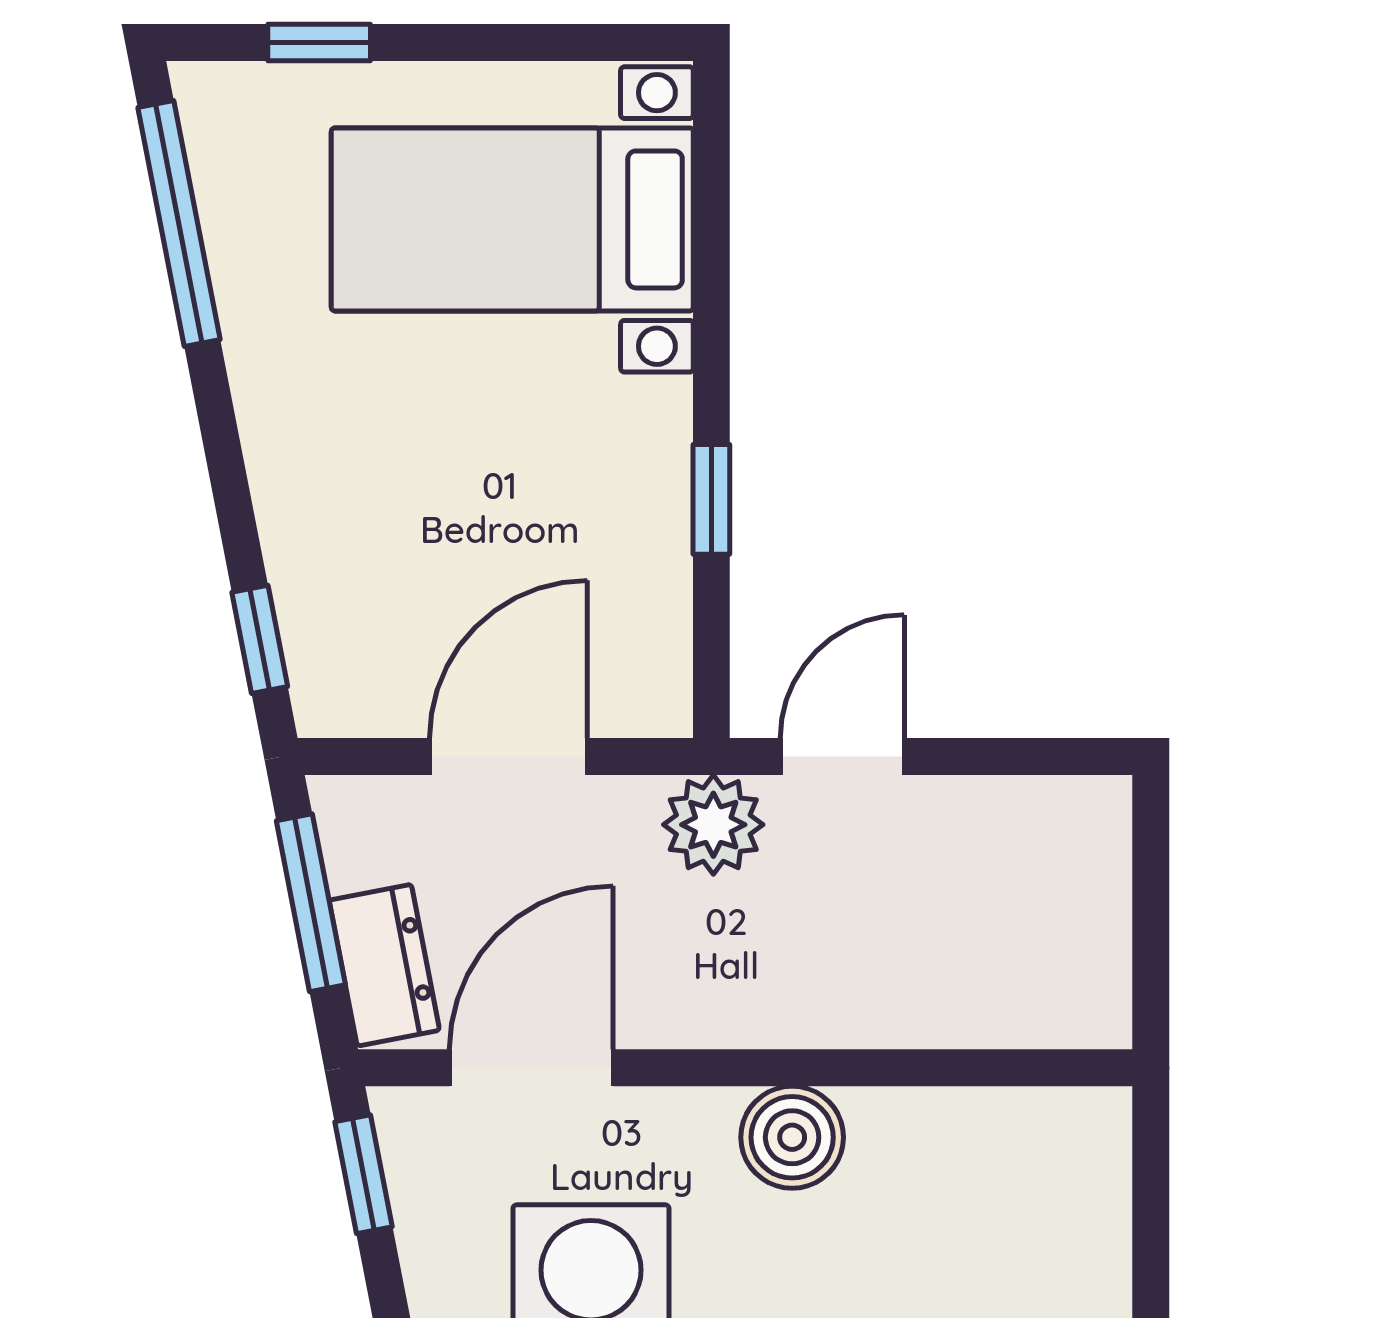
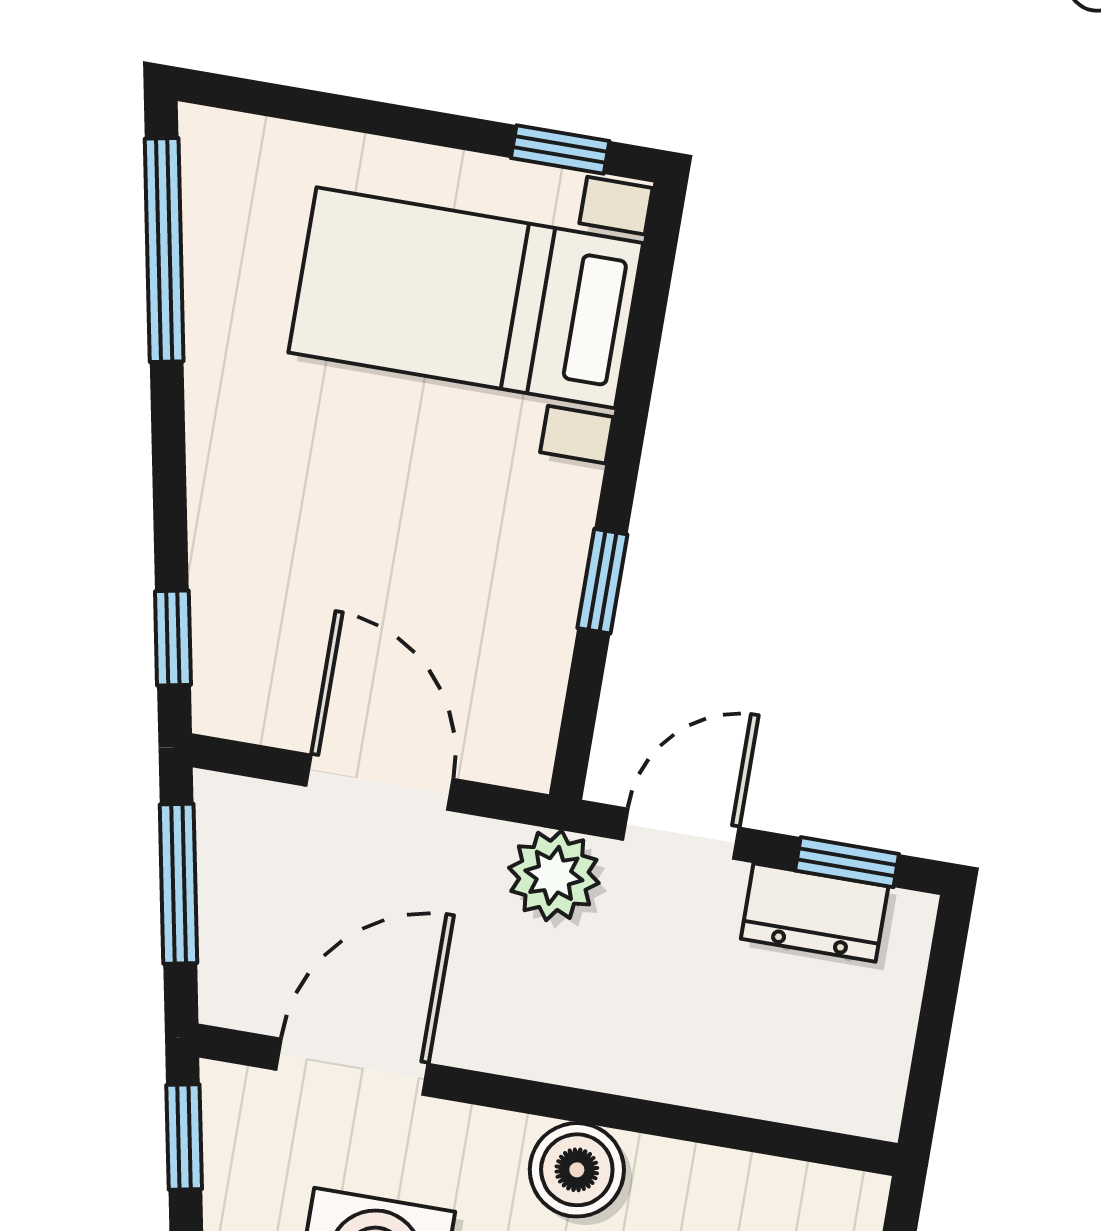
window: (319, 43) -> (560, 150), moved
door: (508, 757) -> (379, 782), hinge flipped
window: (1026, 757) -> (847, 862), added
dresser: (384, 965) -> (815, 913), moved, turned 101

